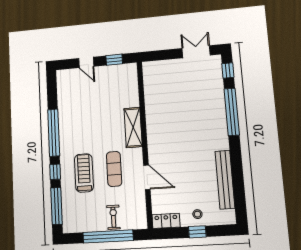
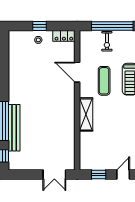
double door: (196, 52) -> (54, 174), moved
door: (86, 62) -> (123, 174), hinge flipped
bench: (225, 180) -> (14, 128), moved

